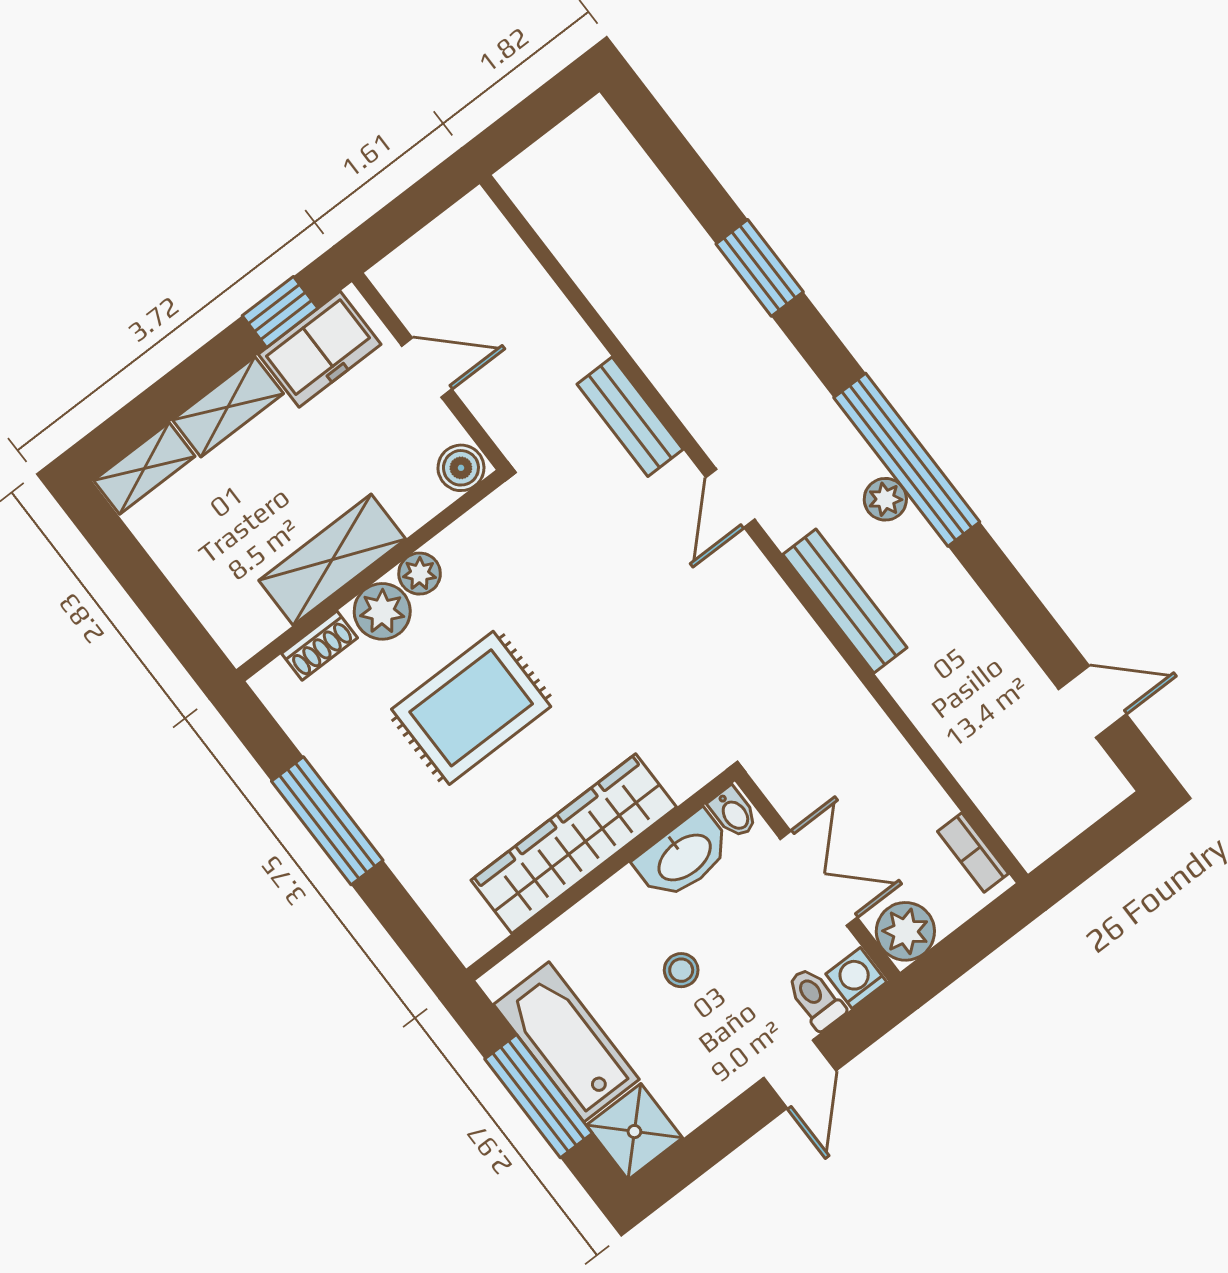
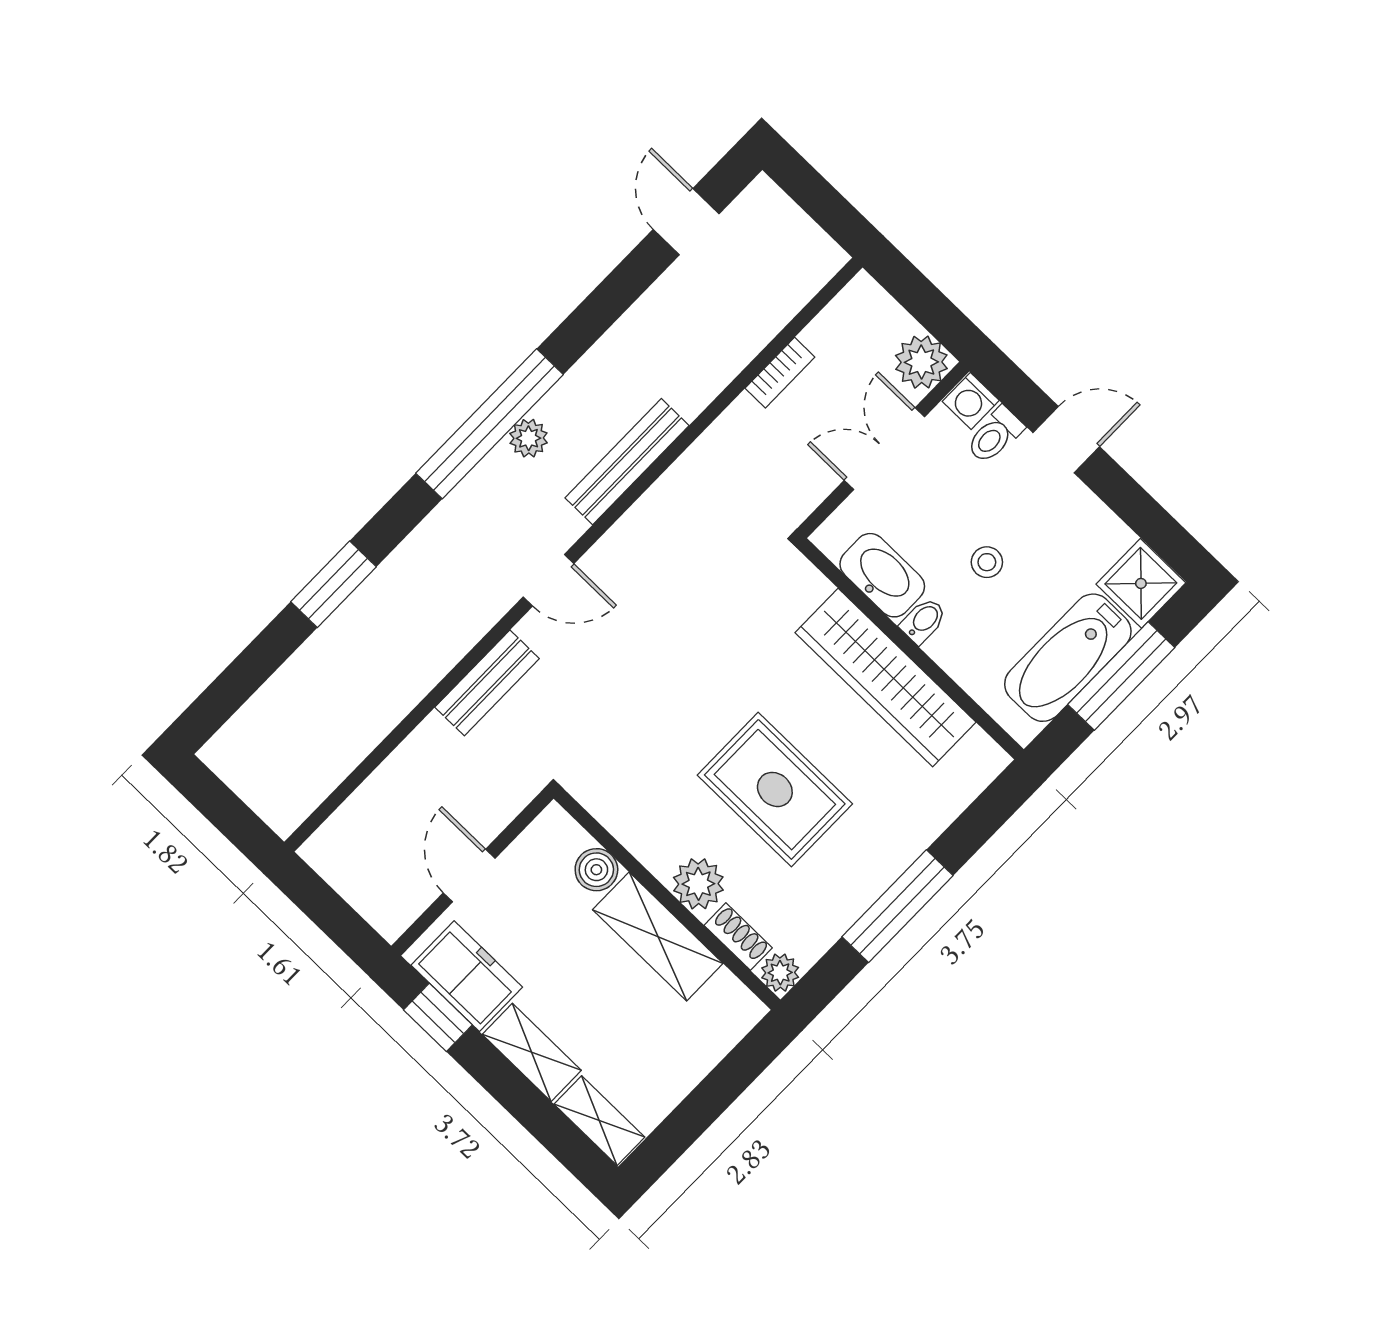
boiler: (461, 468) -> (596, 870), moved
plant: (420, 574) -> (780, 973), moved
bidet: (733, 813) -> (923, 621), moved
bookcase: (973, 852) -> (780, 373), moved

